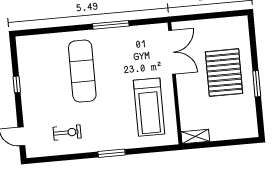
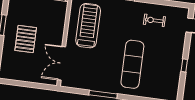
pallet: (224, 73) -> (26, 39), width x0.73, depth x0.71

